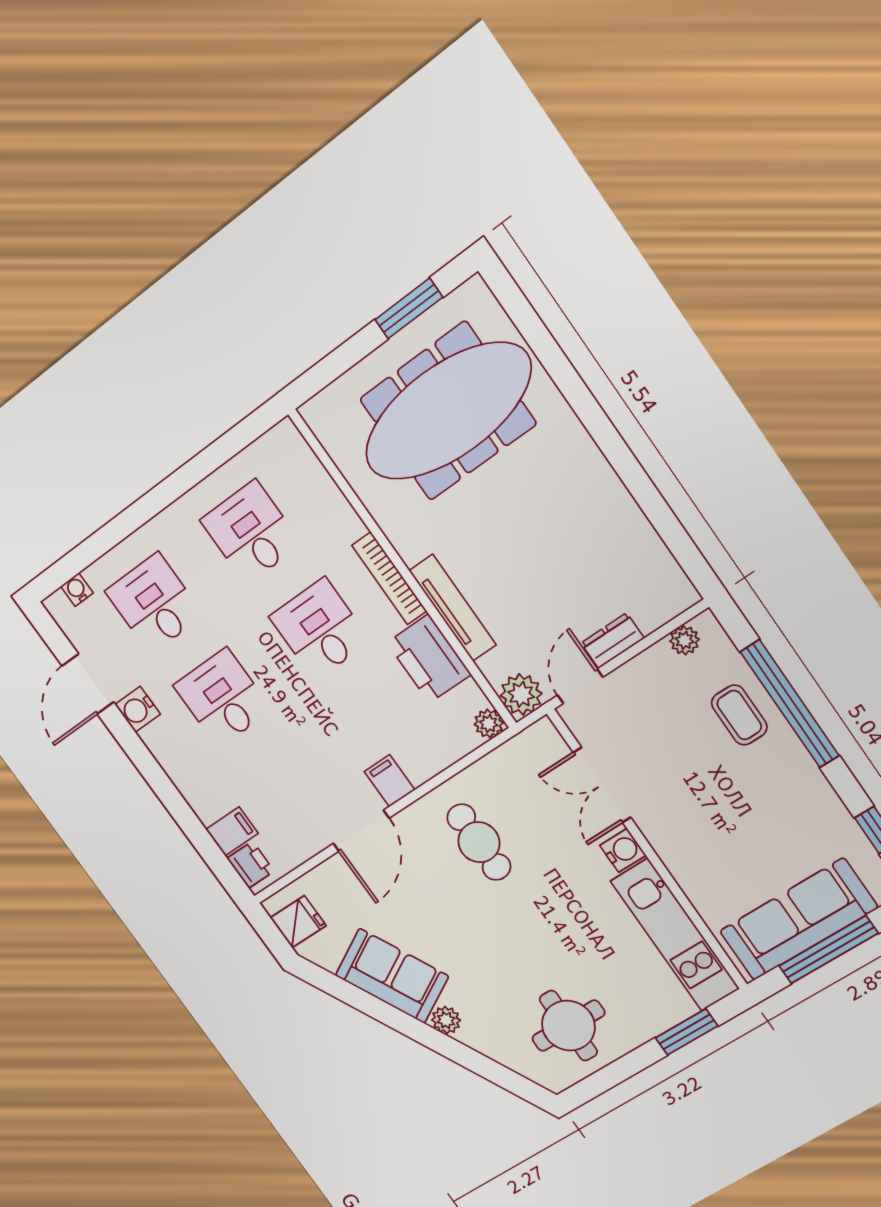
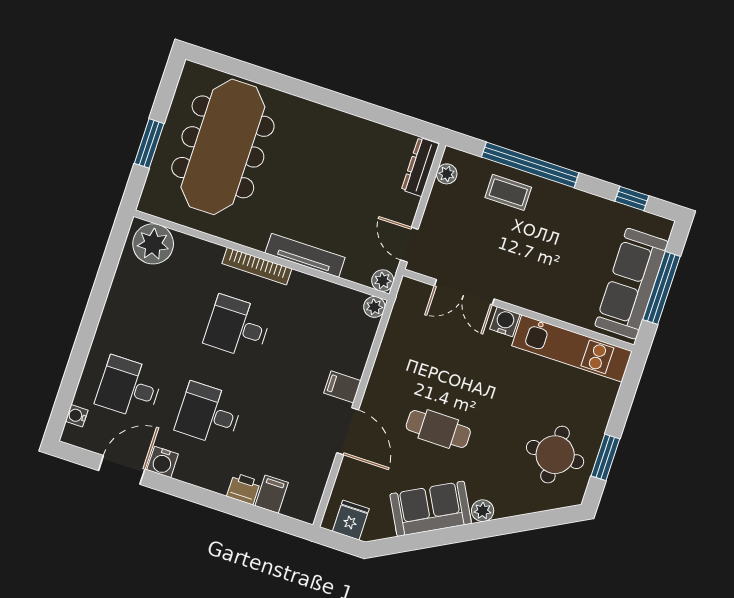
window: (409, 308) -> (149, 143), moved
plant: (289, 464) -> (153, 244), added
desk: (251, 532) -> (158, 301), removed
dresser: (613, 641) -> (420, 167), moved, width x1.44
printer: (429, 659) -> (313, 295), removed
door: (88, 684) -> (122, 470), swing flipped
plant: (521, 695) -> (383, 281), width x0.73, depth x0.73
cafe table: (479, 842) -> (438, 429), moved
printer: (251, 865) -> (244, 489), moved
window: (687, 1032) -> (605, 457), moved

